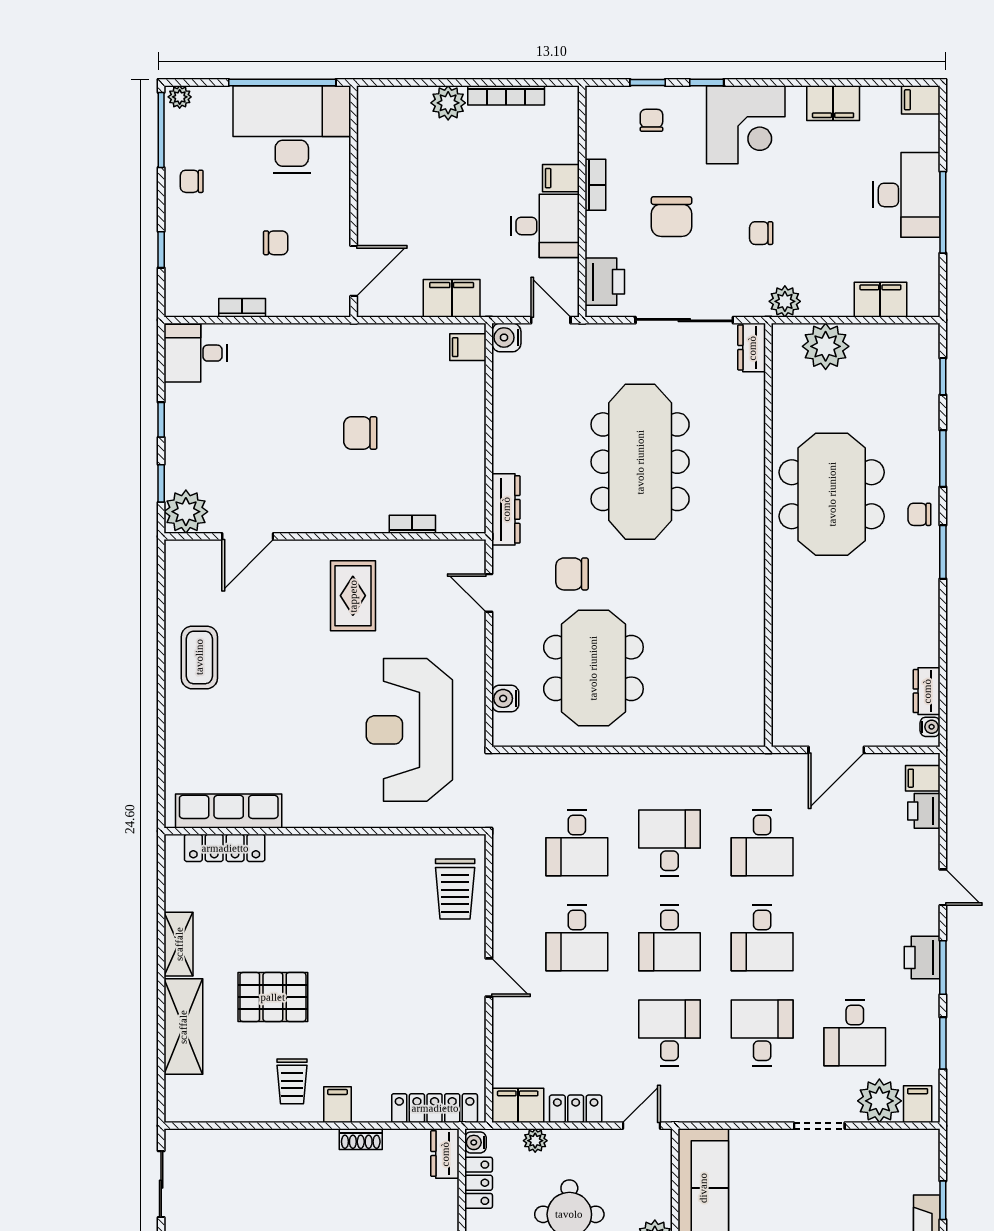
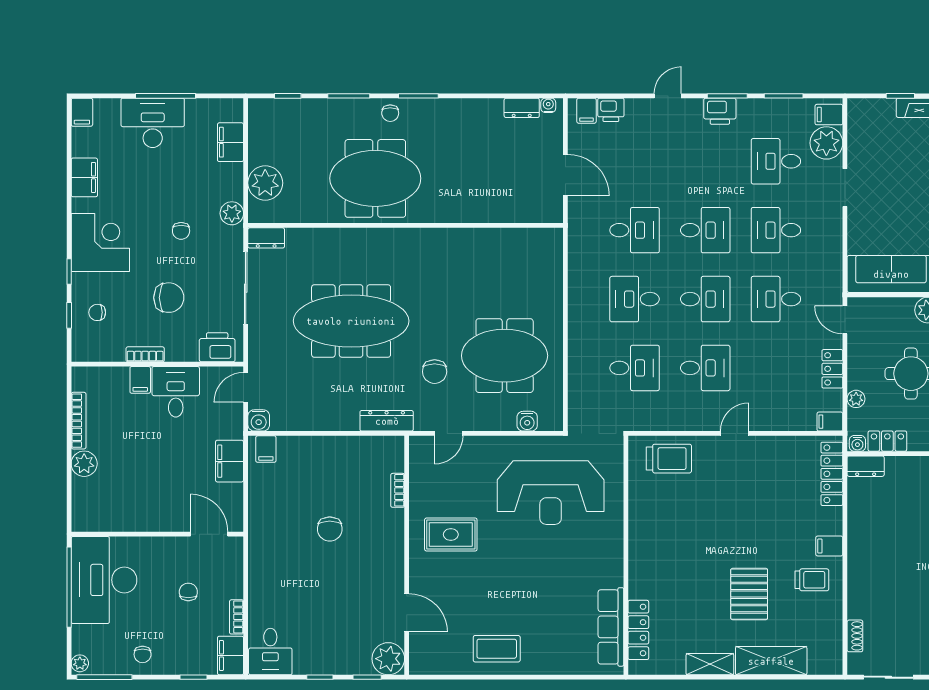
filing cabinet: (190, 300) -> (231, 655), added
desk: (855, 1033) -> (776, 161), turned 180
filing cabinet: (518, 1105) -> (830, 422), width x0.50
shoe rack: (361, 1139) -> (855, 636), moved

